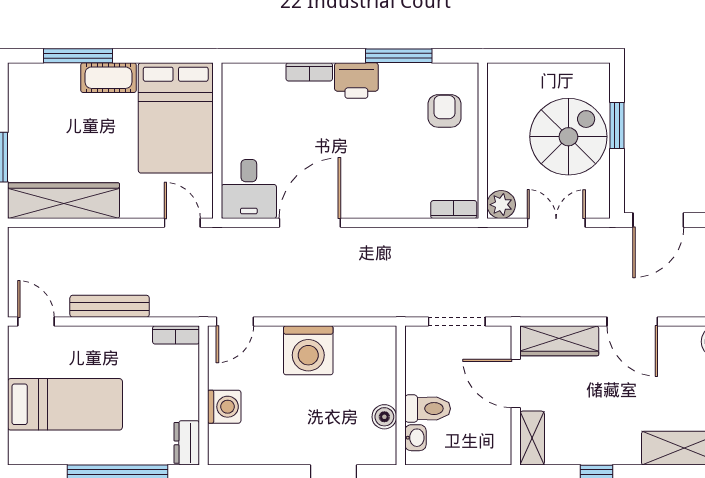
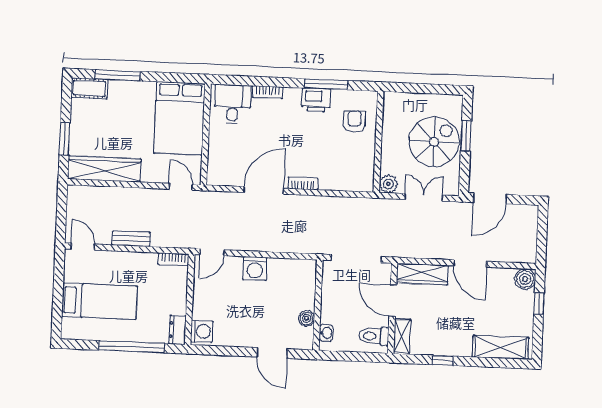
cot: (108, 78) -> (89, 88), moved
printer: (356, 81) -> (316, 100), moved
desk: (249, 189) -> (233, 104), moved, turned 180
bookcase: (454, 210) -> (303, 183), moved
bench: (110, 306) -> (131, 239), width x0.73
doorway: (457, 321) -> (356, 259), width x1.36
washing machine: (308, 350) -> (255, 269), width x0.73, depth x0.73
washing machine: (224, 407) -> (202, 331), moved
toilet: (428, 409) -> (374, 336), moved, turned 180

